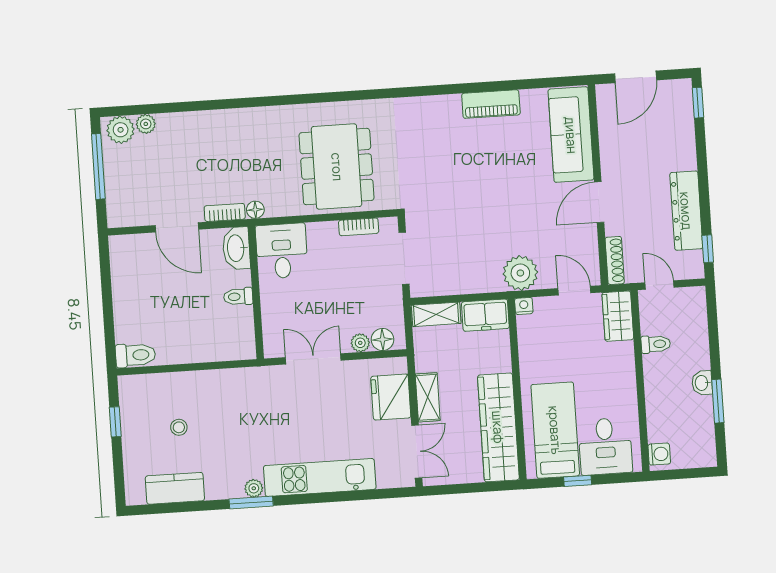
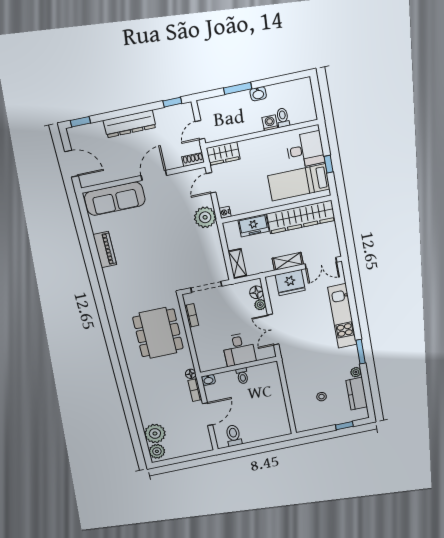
plant: (146, 124) -> (155, 434), width x1.88, depth x1.88
window: (98, 166) -> (180, 460), removed
dining table: (337, 167) -> (158, 333), turned 90
door: (599, 202) -> (154, 175), swing flipped
dresser: (686, 211) -> (130, 124), moved
washbasin: (236, 248) -> (208, 380), width x0.52, depth x0.69
desk: (282, 251) -> (239, 349), moved, turned -90
shoe rack: (615, 260) -> (193, 160), width x0.70
freezer: (485, 315) -> (253, 225), moved, turned 90
toilet: (656, 344) -> (283, 118), moved
toilet: (135, 355) -> (234, 436), moved
window: (718, 401) -> (238, 88), moved
window: (115, 422) -> (344, 426), moved
double door: (417, 451) -> (321, 263), swing flipped
washing machine: (659, 454) -> (270, 123), moved
plant: (254, 488) -> (356, 372), moved

